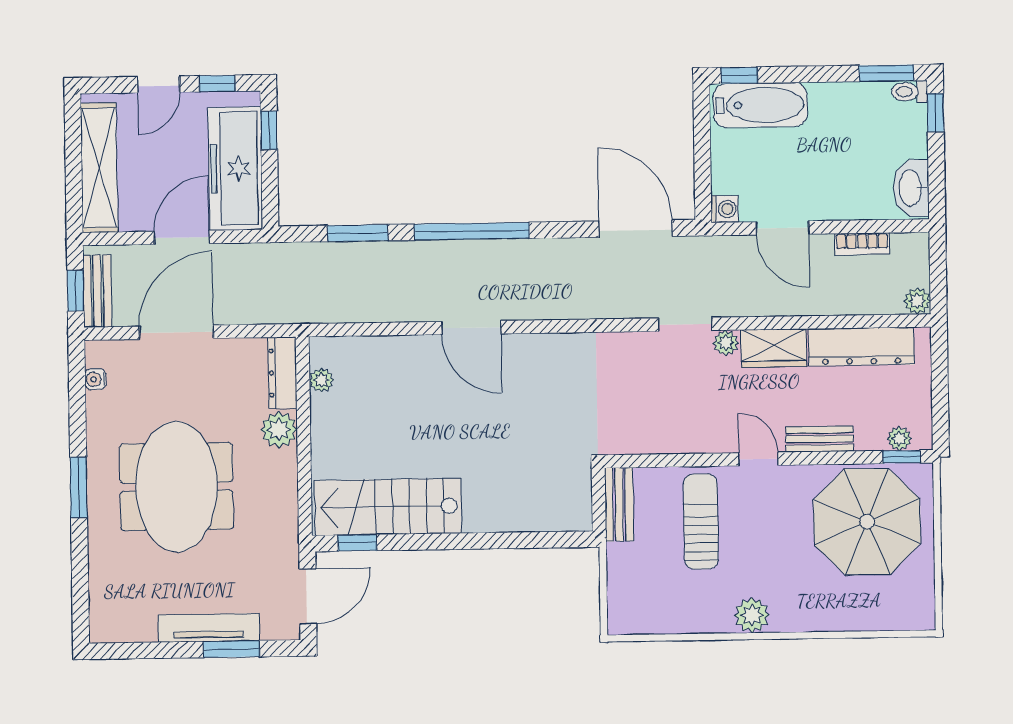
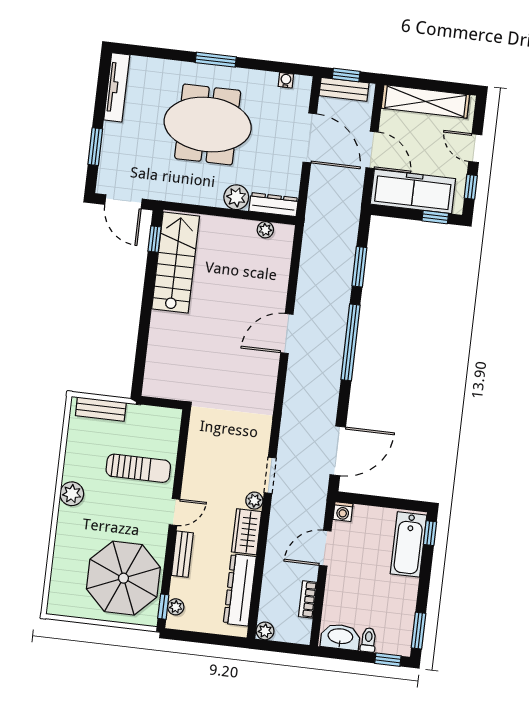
toilet: (909, 92) -> (368, 640), moved
bench: (619, 504) -> (101, 409), moved
tv unit: (209, 628) -> (117, 87), moved

